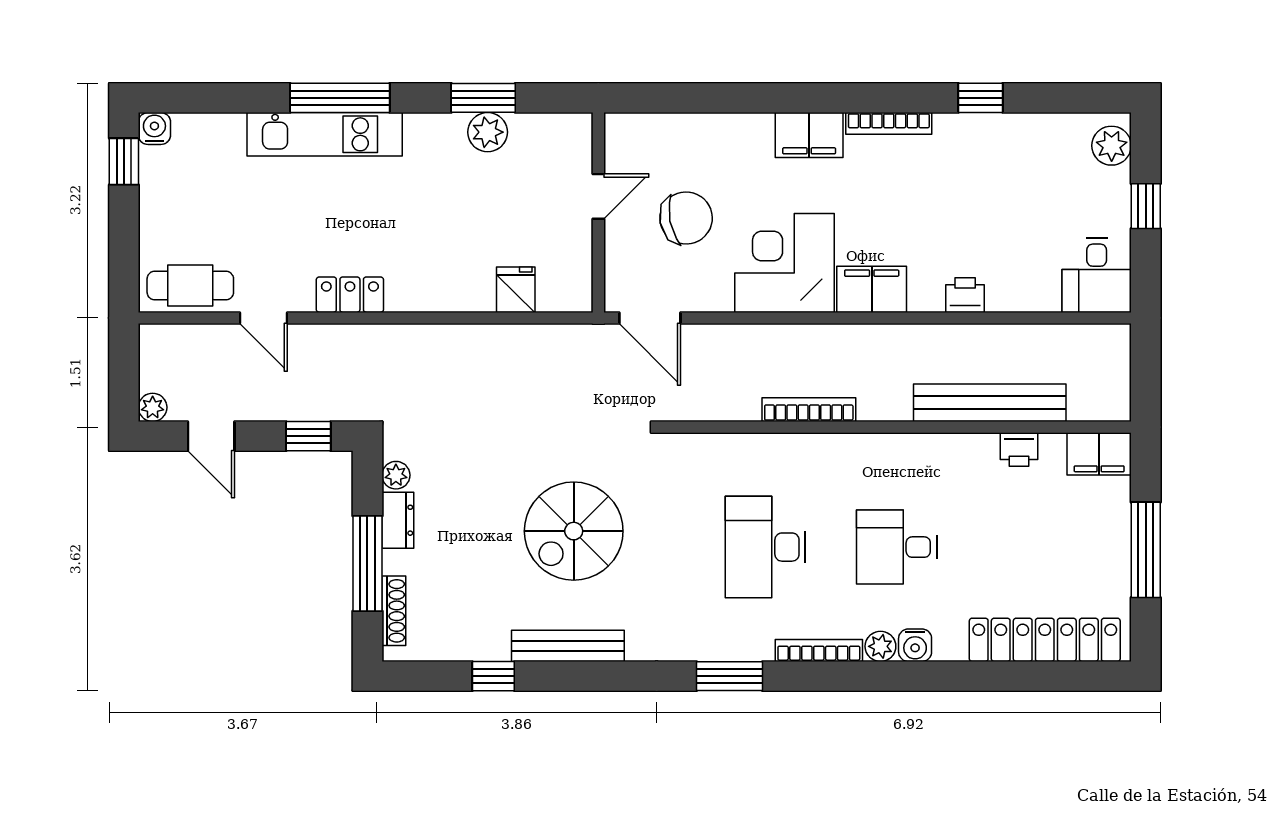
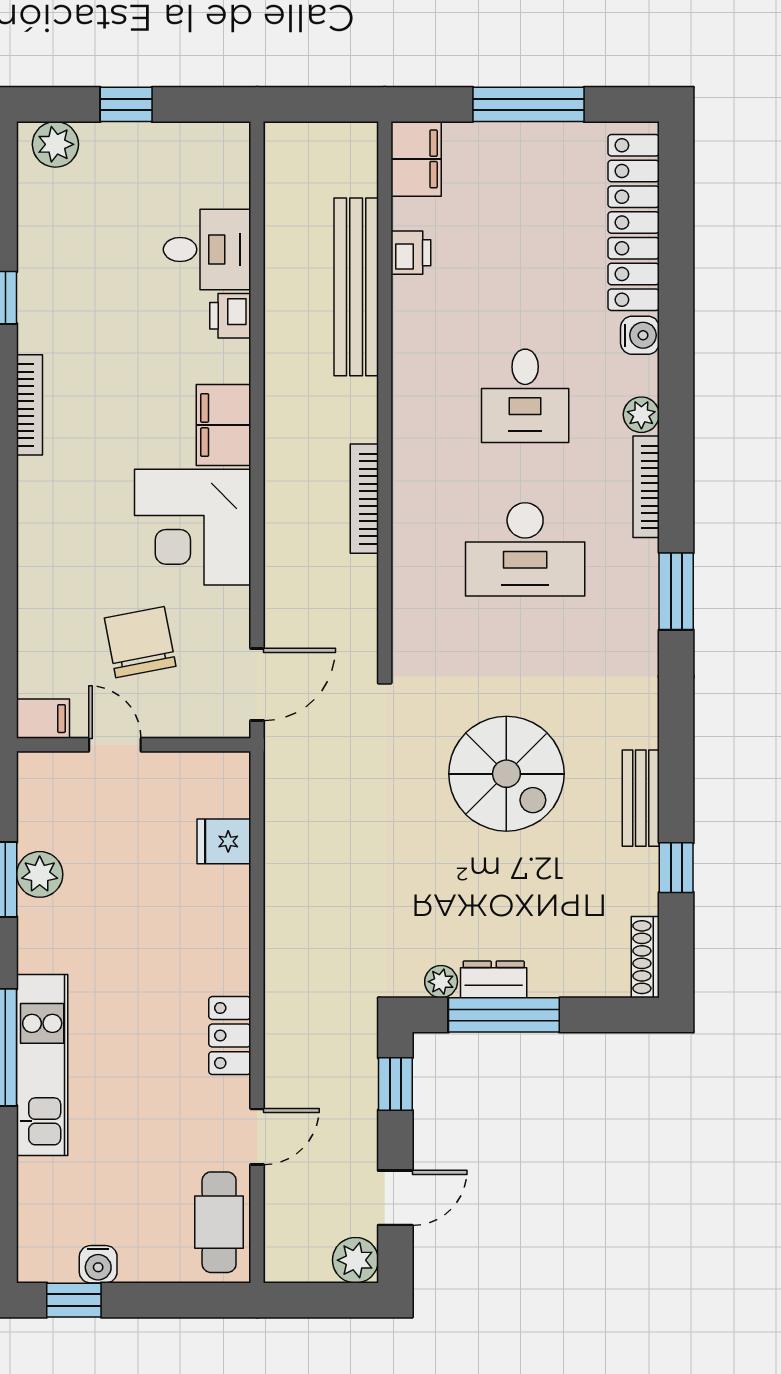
water cooler: (154, 129) -> (98, 1264), moved, turned -90
filing cabinet: (809, 135) -> (43, 719), moved, width x0.50
desk: (1097, 275) -> (207, 249), moved
plant: (153, 407) -> (355, 1260), width x1.38, depth x1.38
window: (367, 564) -> (504, 1015), moved
shoe rack: (394, 611) -> (645, 957), moved, turned -90
water cooler: (915, 645) -> (640, 335), moved
bench: (568, 646) -> (641, 798), width x0.73

